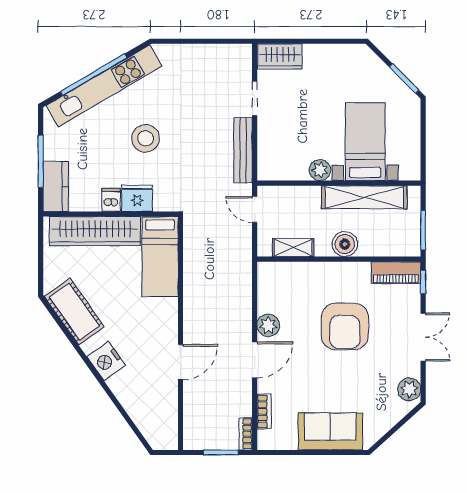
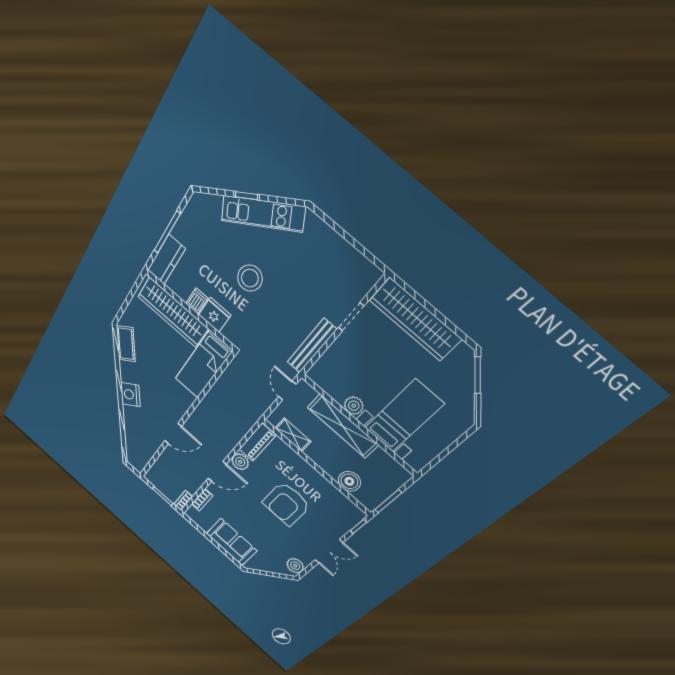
wardrobe: (280, 56) -> (415, 320), width x2.10, depth x1.17
window: (94, 75) -> (246, 196), width x0.32
window: (404, 78) -> (478, 375), moved
kitchen unit: (104, 86) -> (263, 214), width x0.73
shelving: (364, 197) -> (343, 426), moved
boiler: (345, 244) -> (349, 481), moved
piano: (396, 273) -> (257, 442), moved, turned -90
cot: (74, 312) -> (126, 344), width x0.73, depth x0.75

